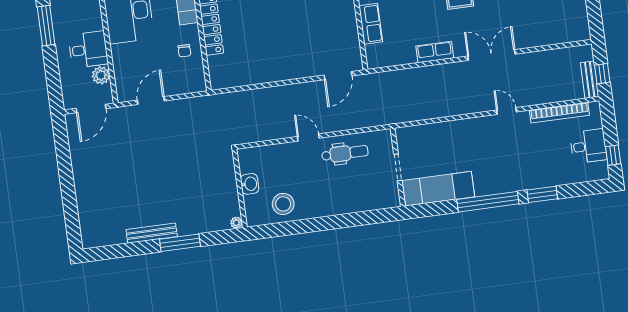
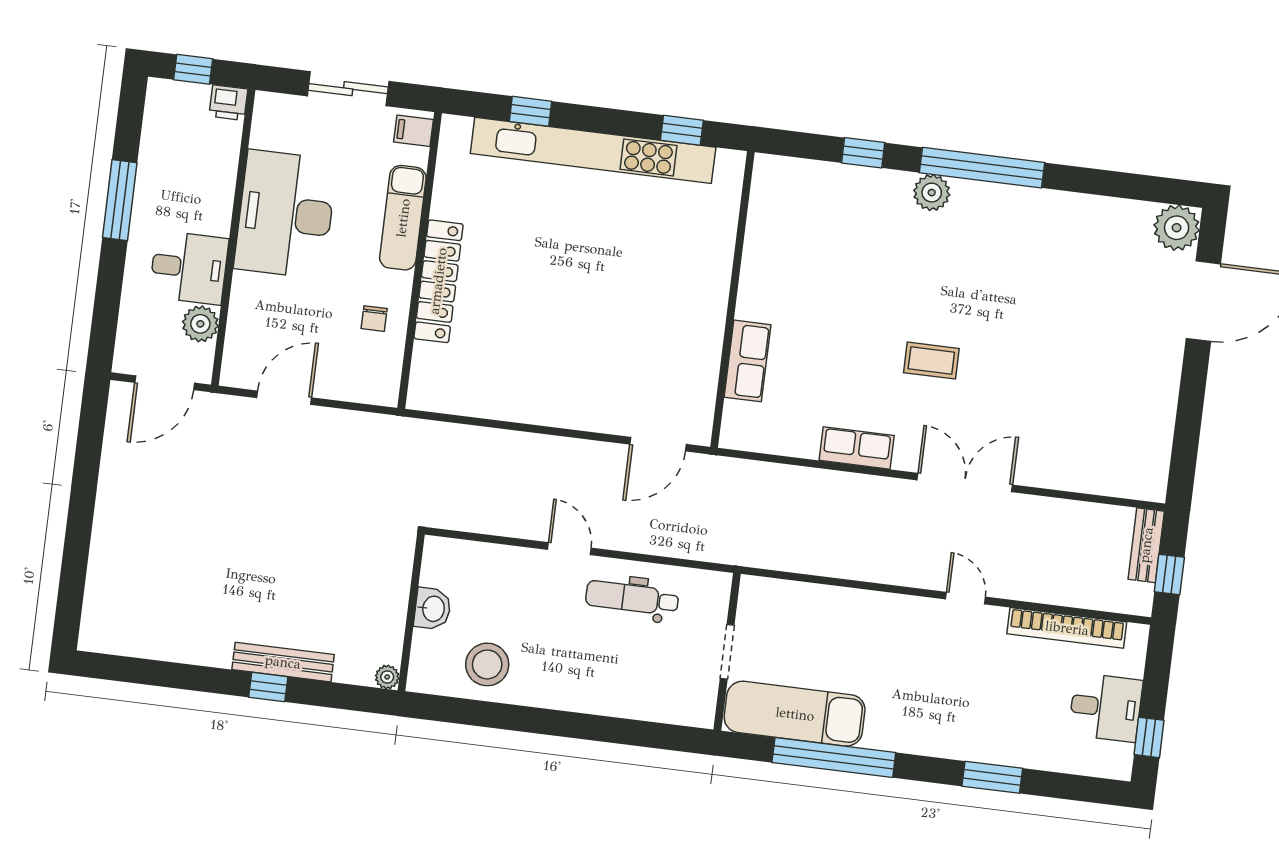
bench: (590, 80) -> (1146, 545), moved
dental chair: (345, 153) -> (632, 598), turned 180
window: (488, 202) -> (834, 758), moved
bench: (152, 233) -> (283, 662), moved
window: (180, 243) -> (268, 687), width x0.46

